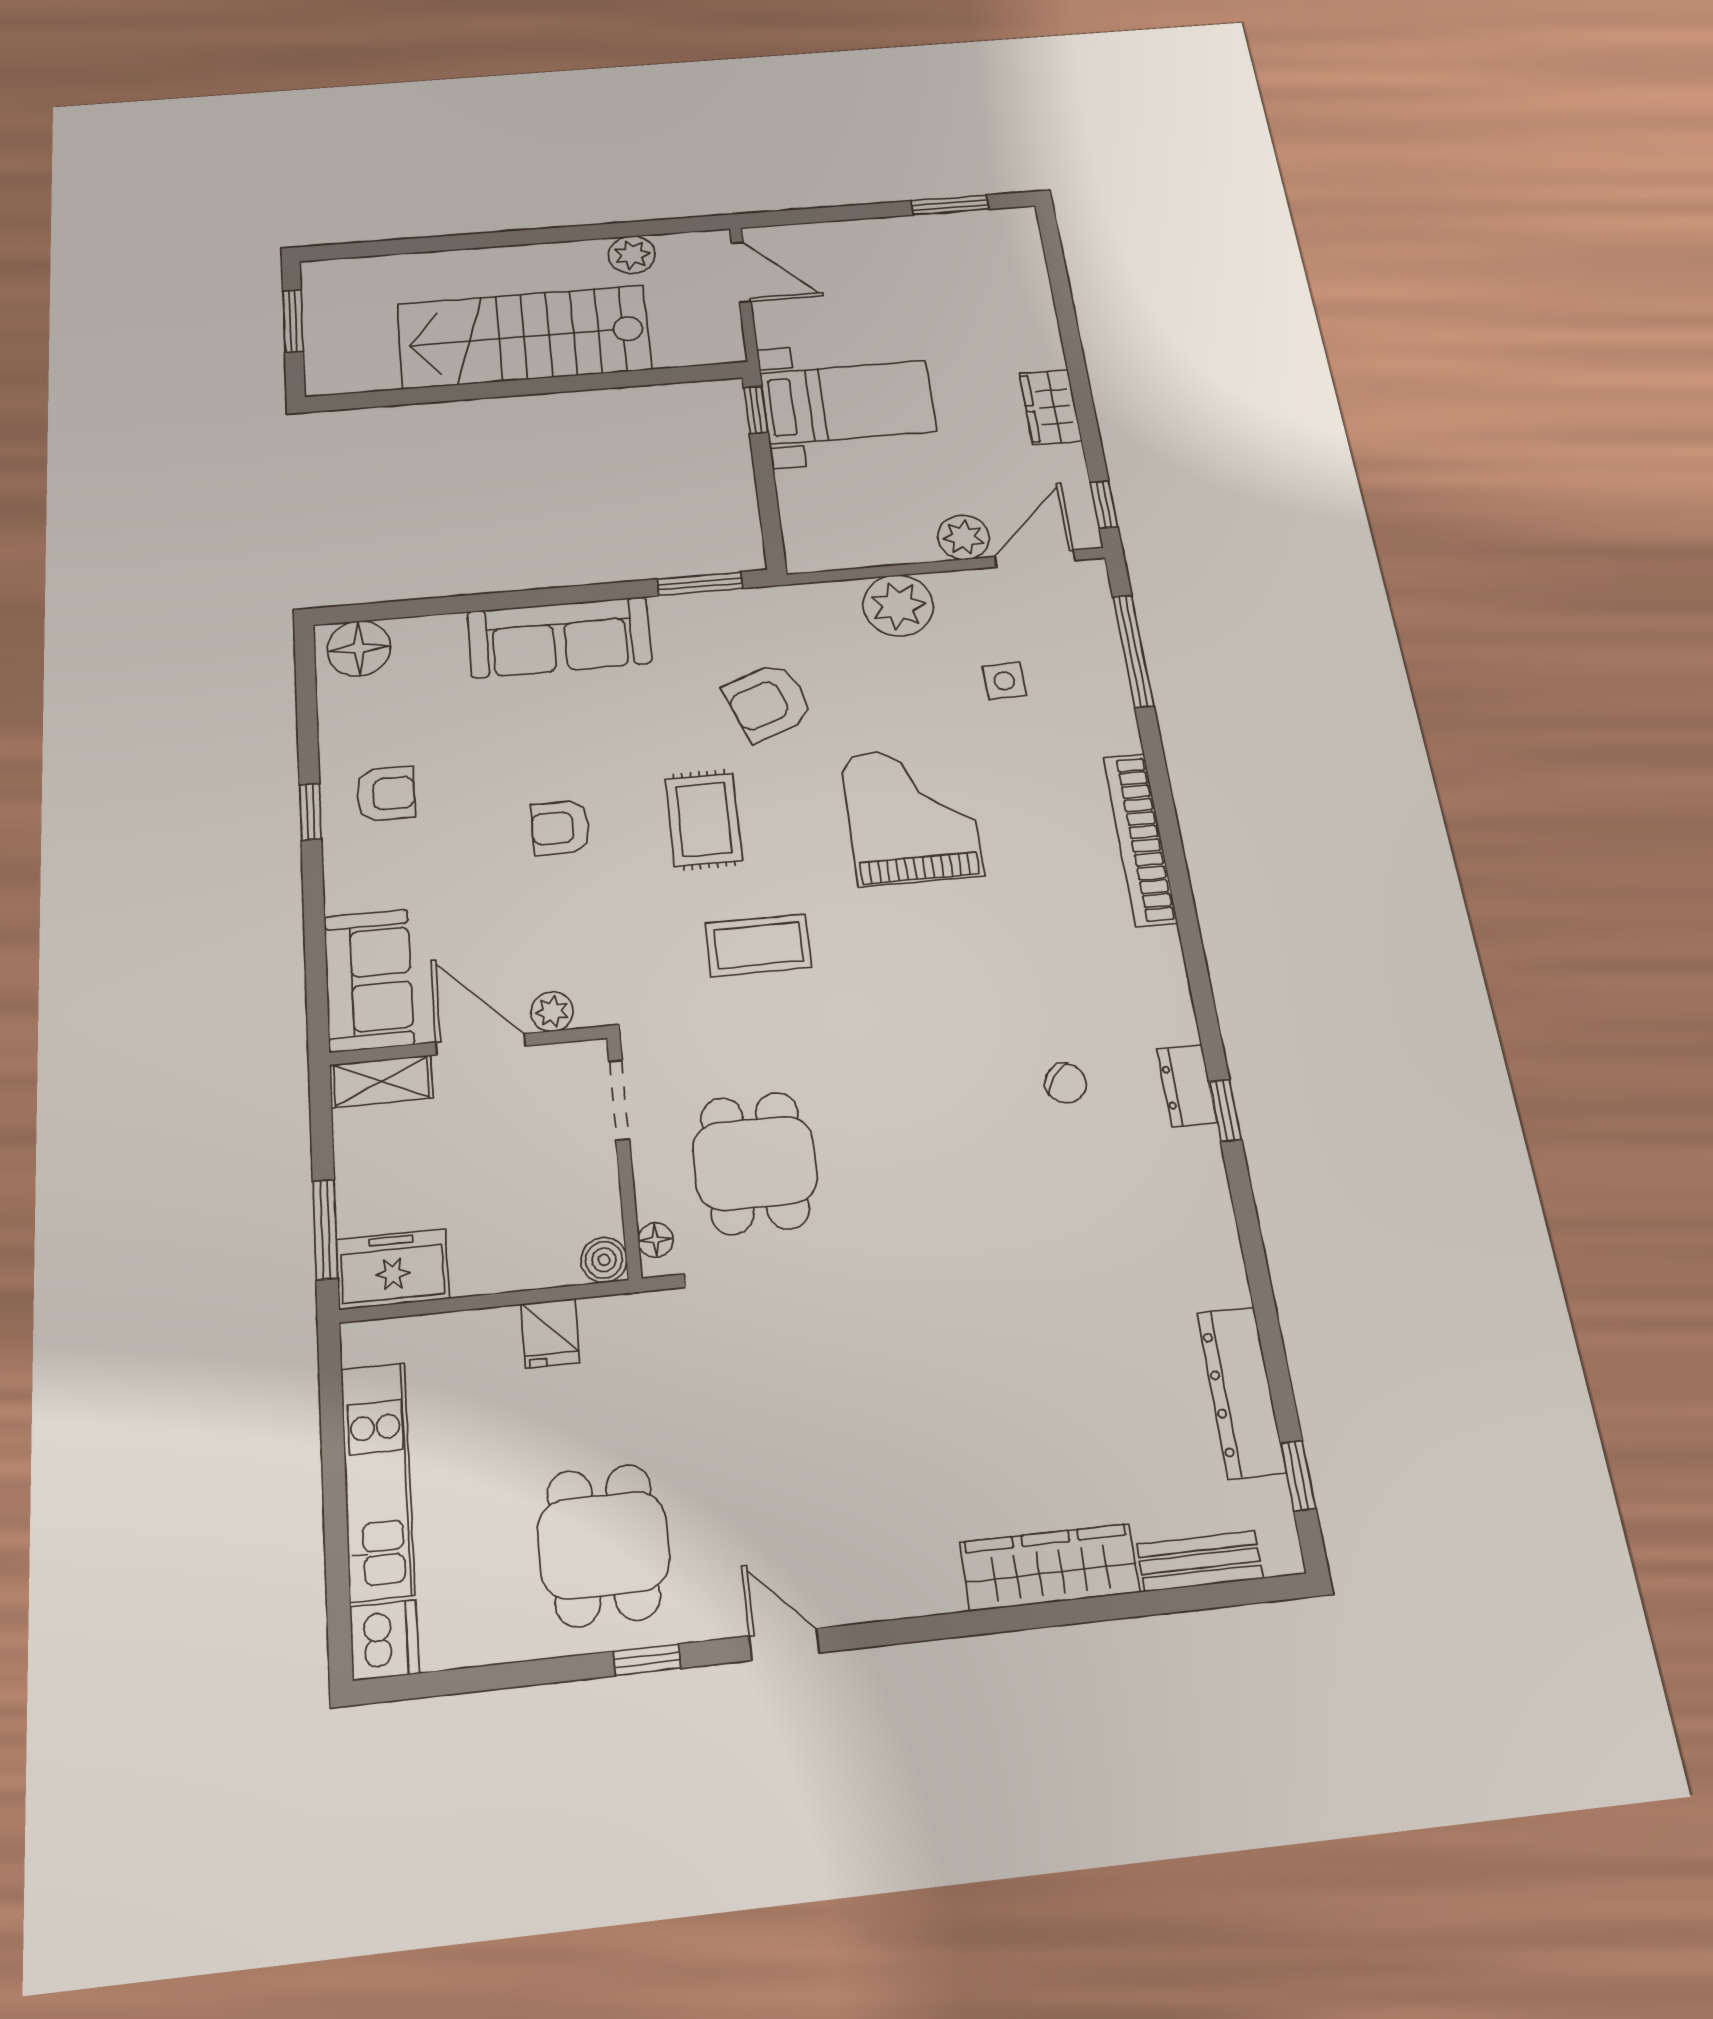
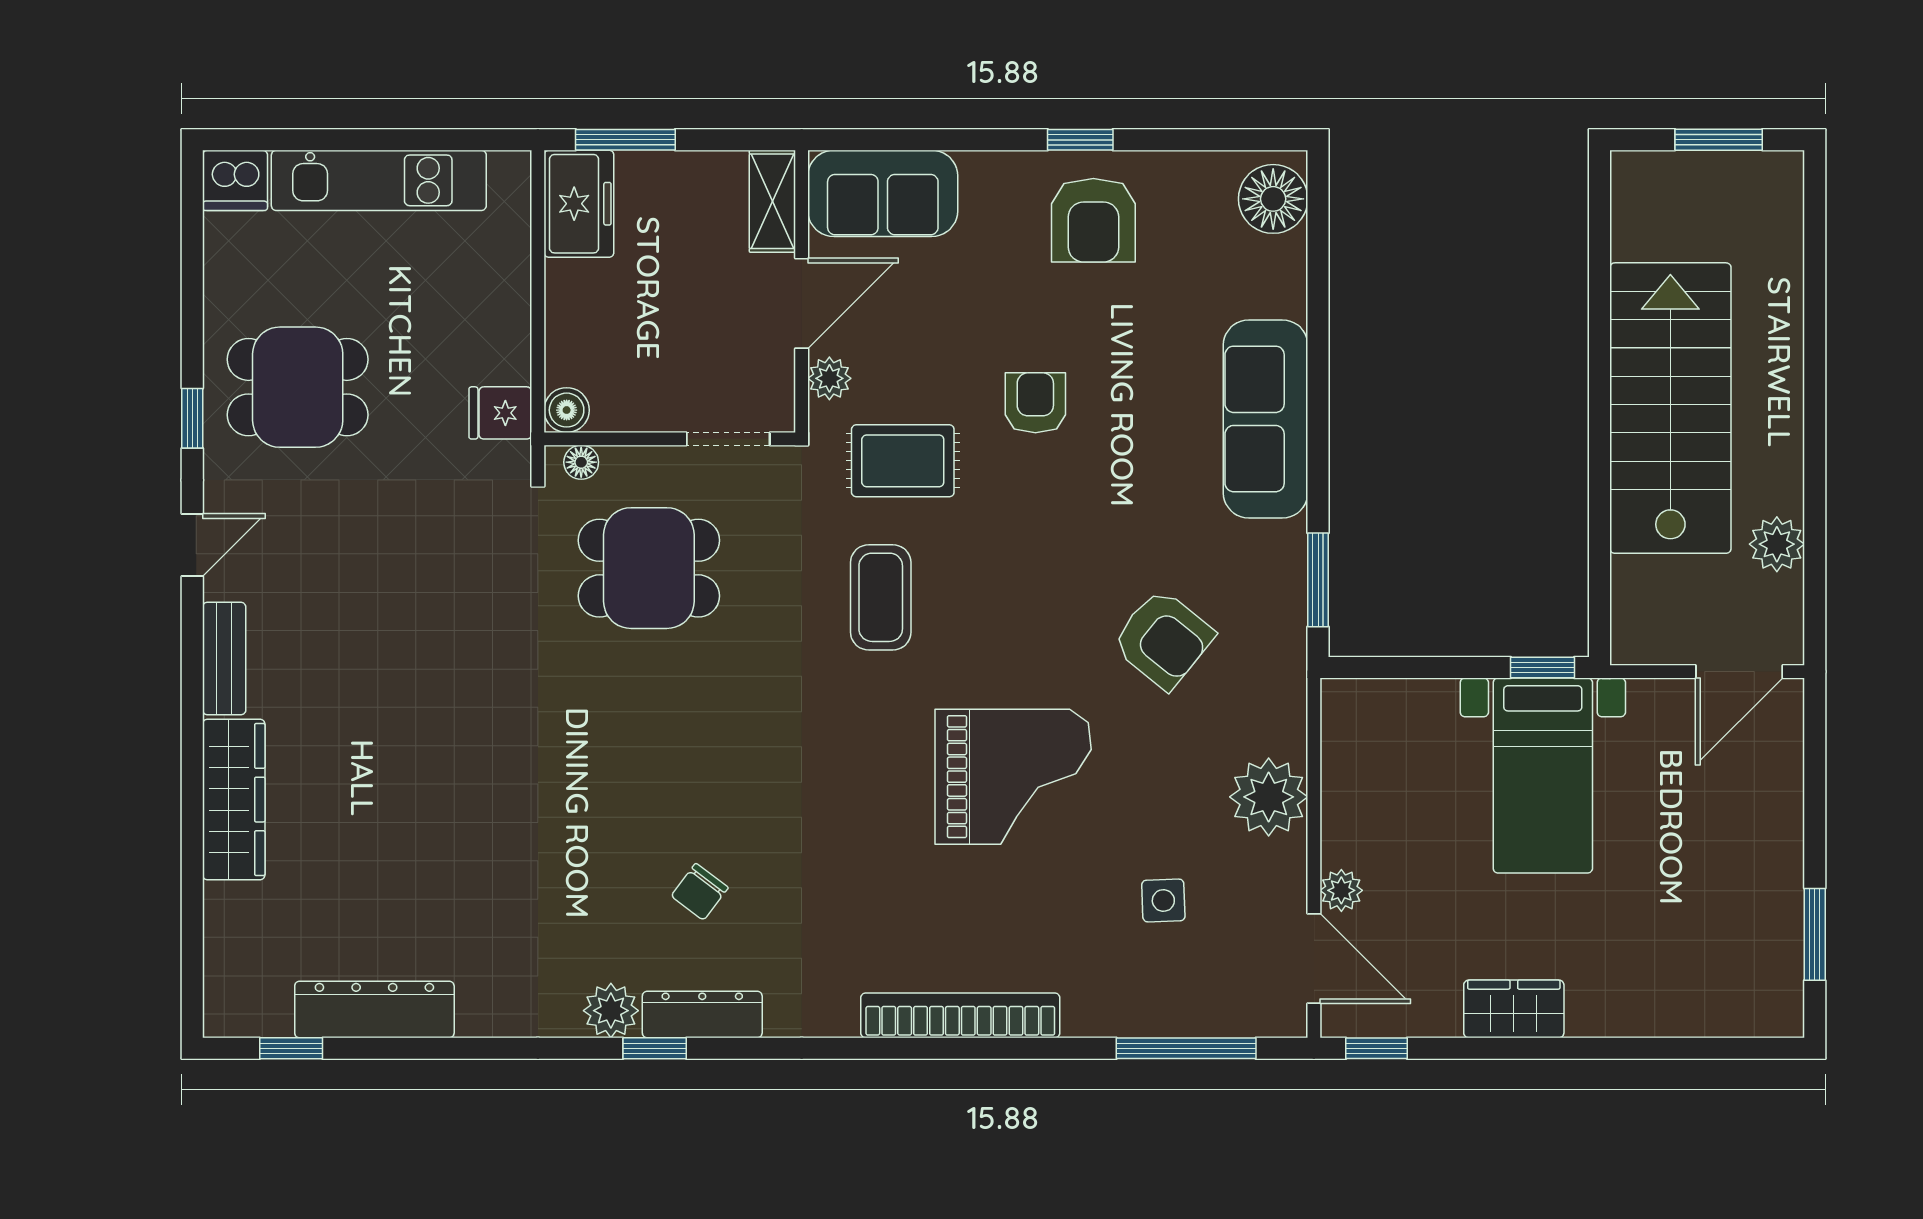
plant: (964, 537) -> (1341, 890), width x0.73, depth x0.73
armchair: (768, 702) -> (1163, 639), turned 150
armchair: (386, 794) -> (1093, 220), width x1.38, depth x1.38
rug: (704, 819) -> (903, 461), moved
dresser: (1187, 1086) -> (702, 1015), width x1.44
plant: (1196, 1156) -> (611, 1011), added
fridge: (550, 1333) -> (500, 413), moved
bench: (1200, 1561) -> (224, 659), moved

